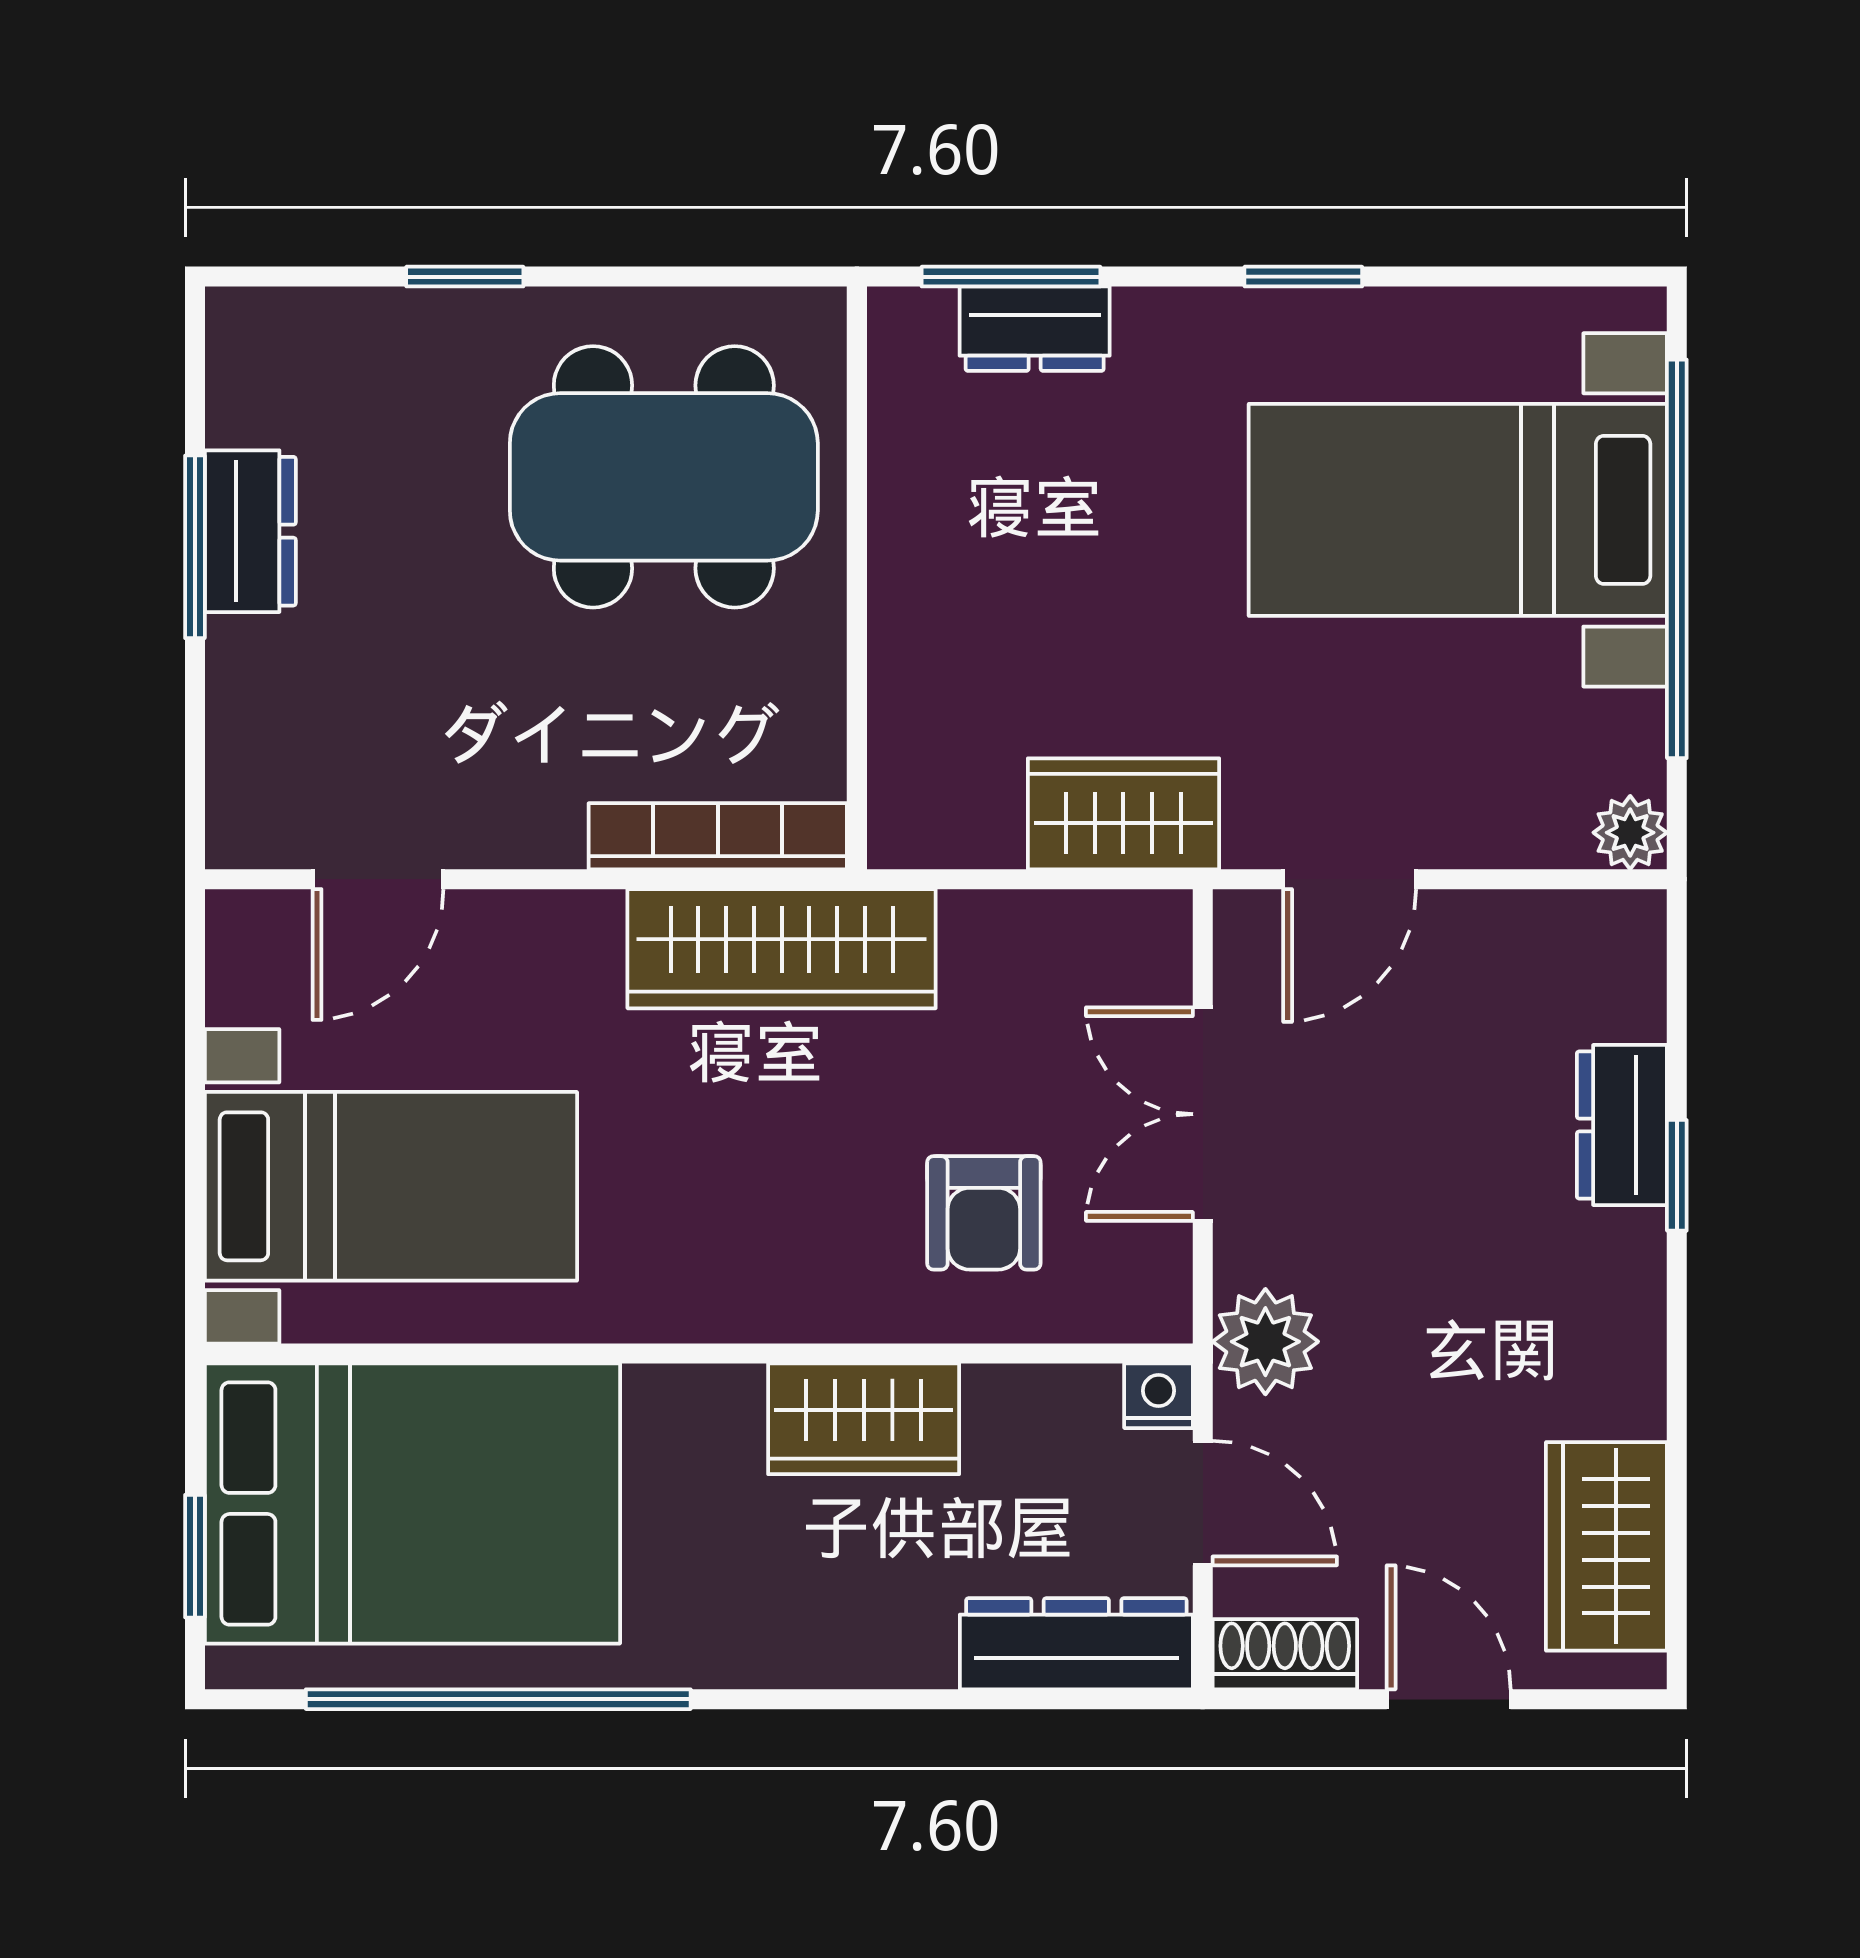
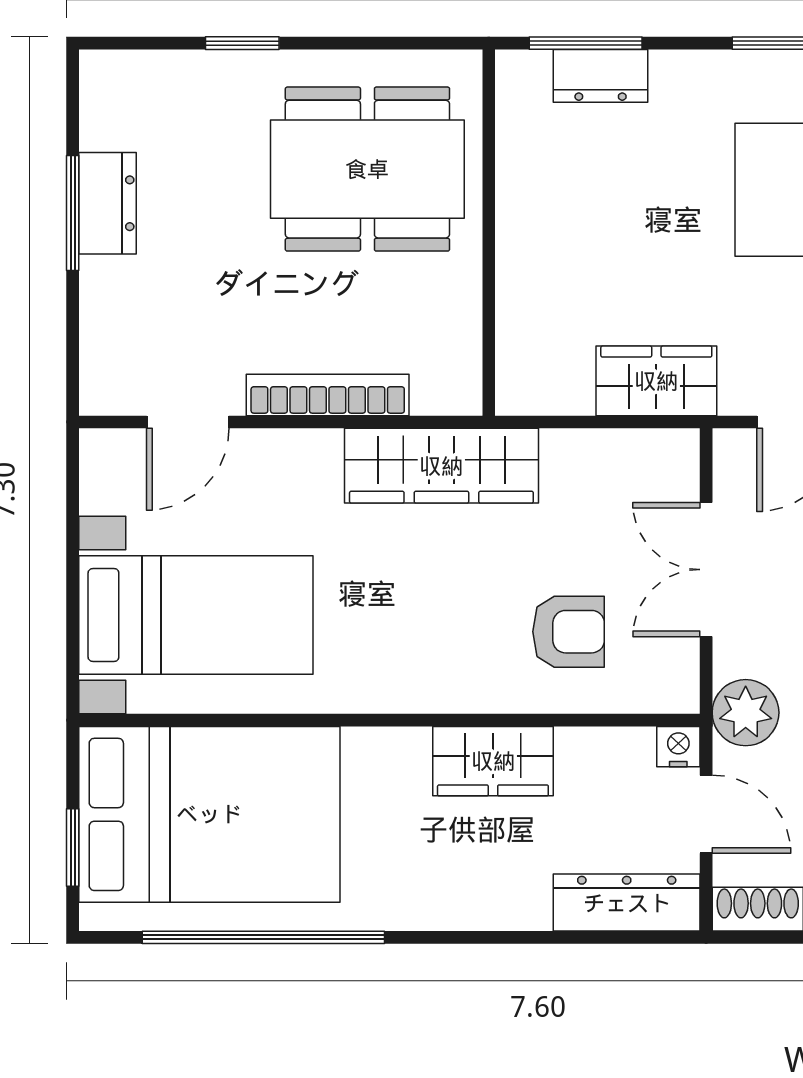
bookcase: (718, 836) -> (328, 395), moved
armchair: (984, 1213) -> (569, 632), turned -90

